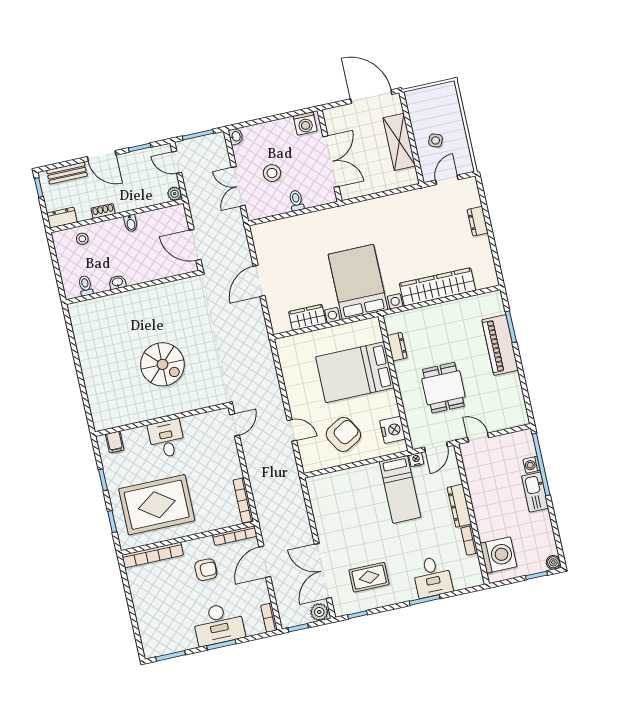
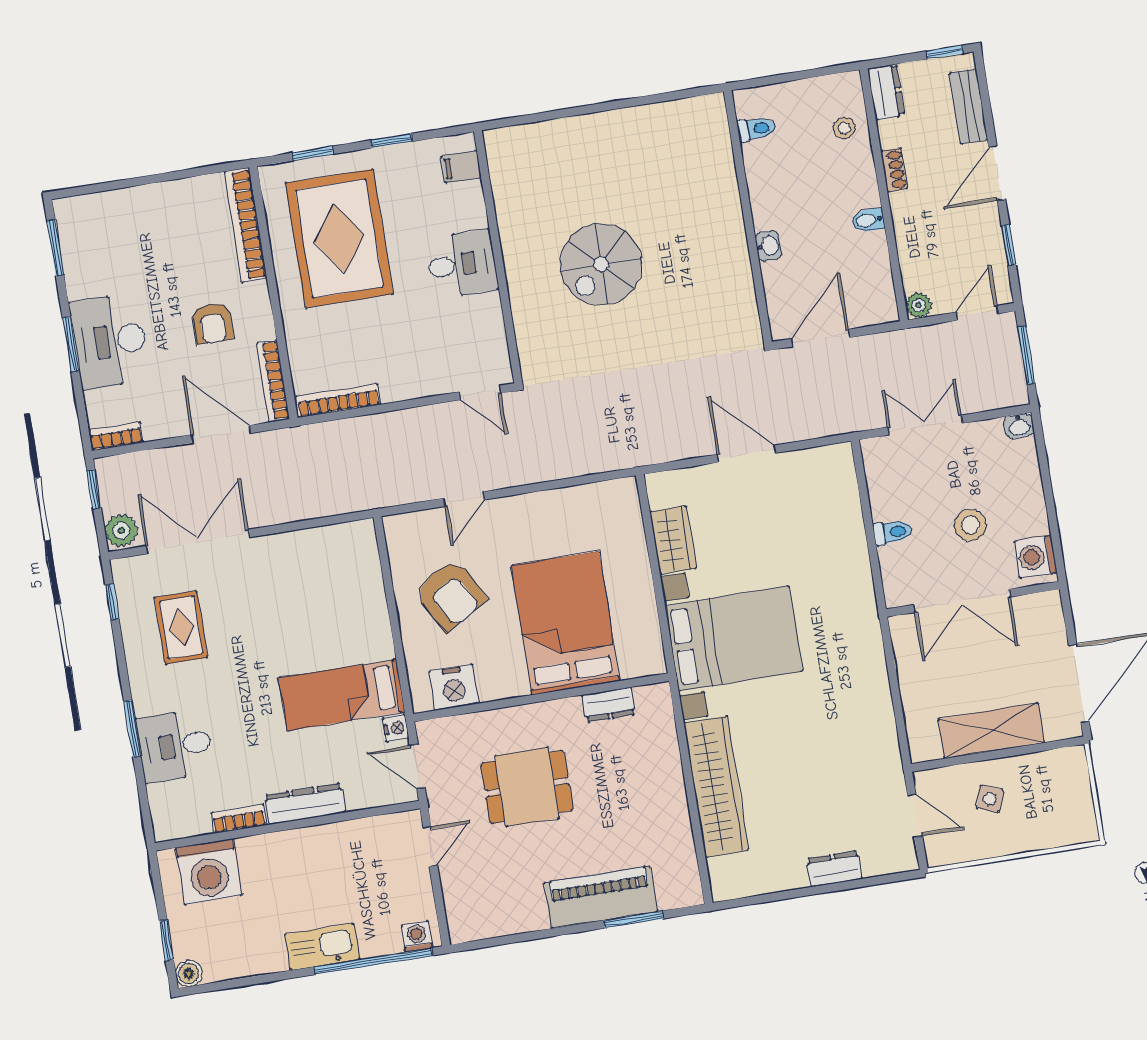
stool: (272, 173) -> (970, 525), moved
washbasin: (117, 282) -> (768, 246), moved
washing machine: (532, 465) -> (417, 936), moved

